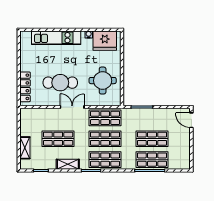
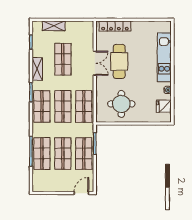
fridge: (105, 41) -> (164, 106), width x0.53, depth x0.75
double door: (72, 107) -> (95, 63), moved
shop shelf: (152, 118) -> (84, 154), added

